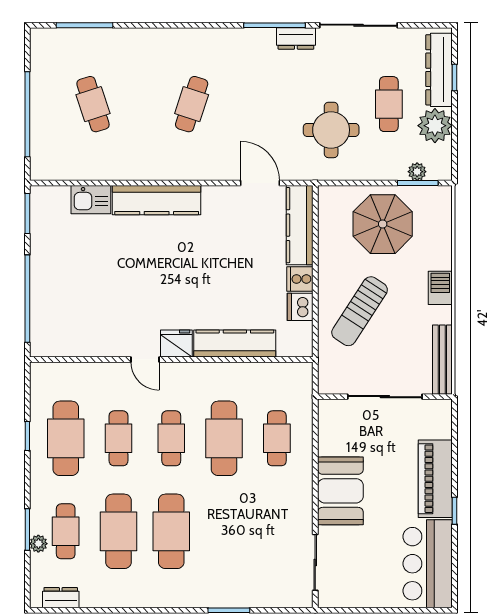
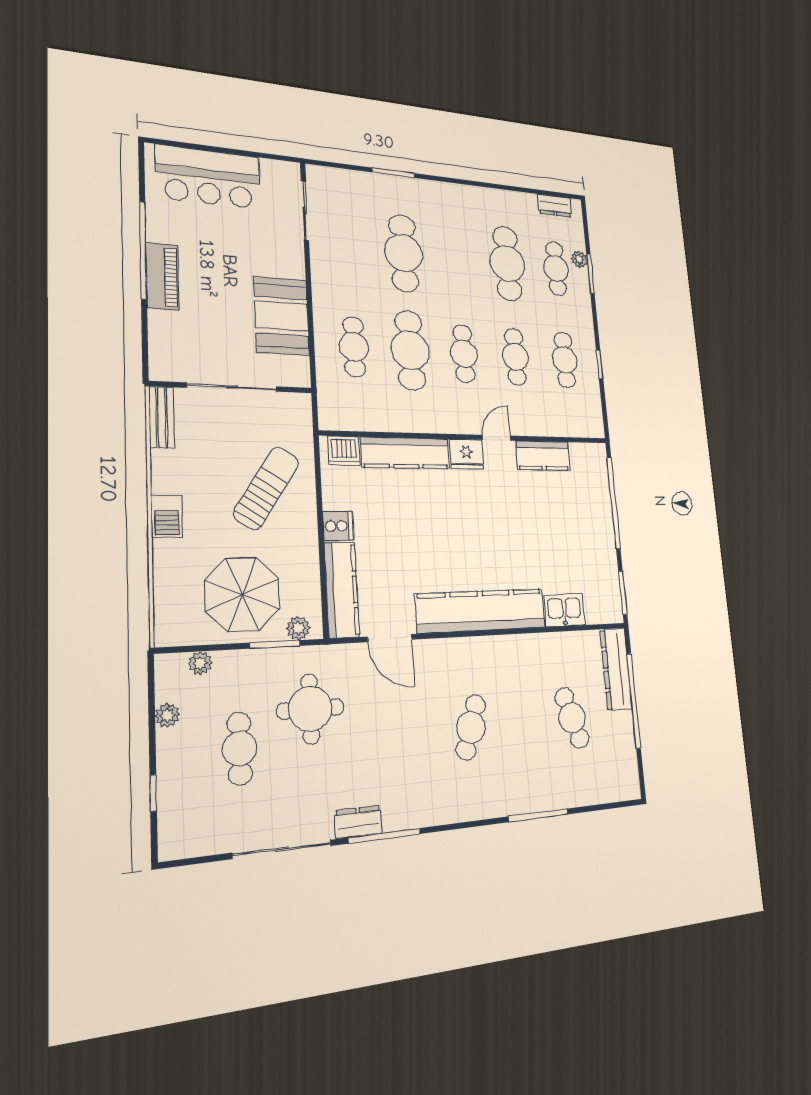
window: (85, 25) -> (539, 815), moved
dresser: (439, 70) -> (616, 669), moved, turned 180
plant: (435, 126) -> (167, 715), width x0.53, depth x0.53
window: (418, 183) -> (275, 644), moved
plant: (338, 195) -> (298, 628), added
kitchen counter: (157, 200) -> (481, 611), width x1.39, depth x1.17
dishwasher: (300, 307) -> (344, 451), moved, turned 90
kitchen counter: (99, 344) -> (543, 456), added
door: (145, 359) -> (497, 438), hinge flipped
bench: (442, 360) -> (162, 417), width x0.73
cafe table: (66, 438) -> (565, 360), width x0.73, depth x0.74
piano: (435, 479) -> (162, 276), width x0.73, depth x0.75
booth: (340, 491) -> (282, 316), moved
window: (454, 511) -> (143, 250), width x3.17
cafe table: (171, 531) -> (404, 253), moved
bar counter: (428, 564) -> (209, 177), moved, turned 90

